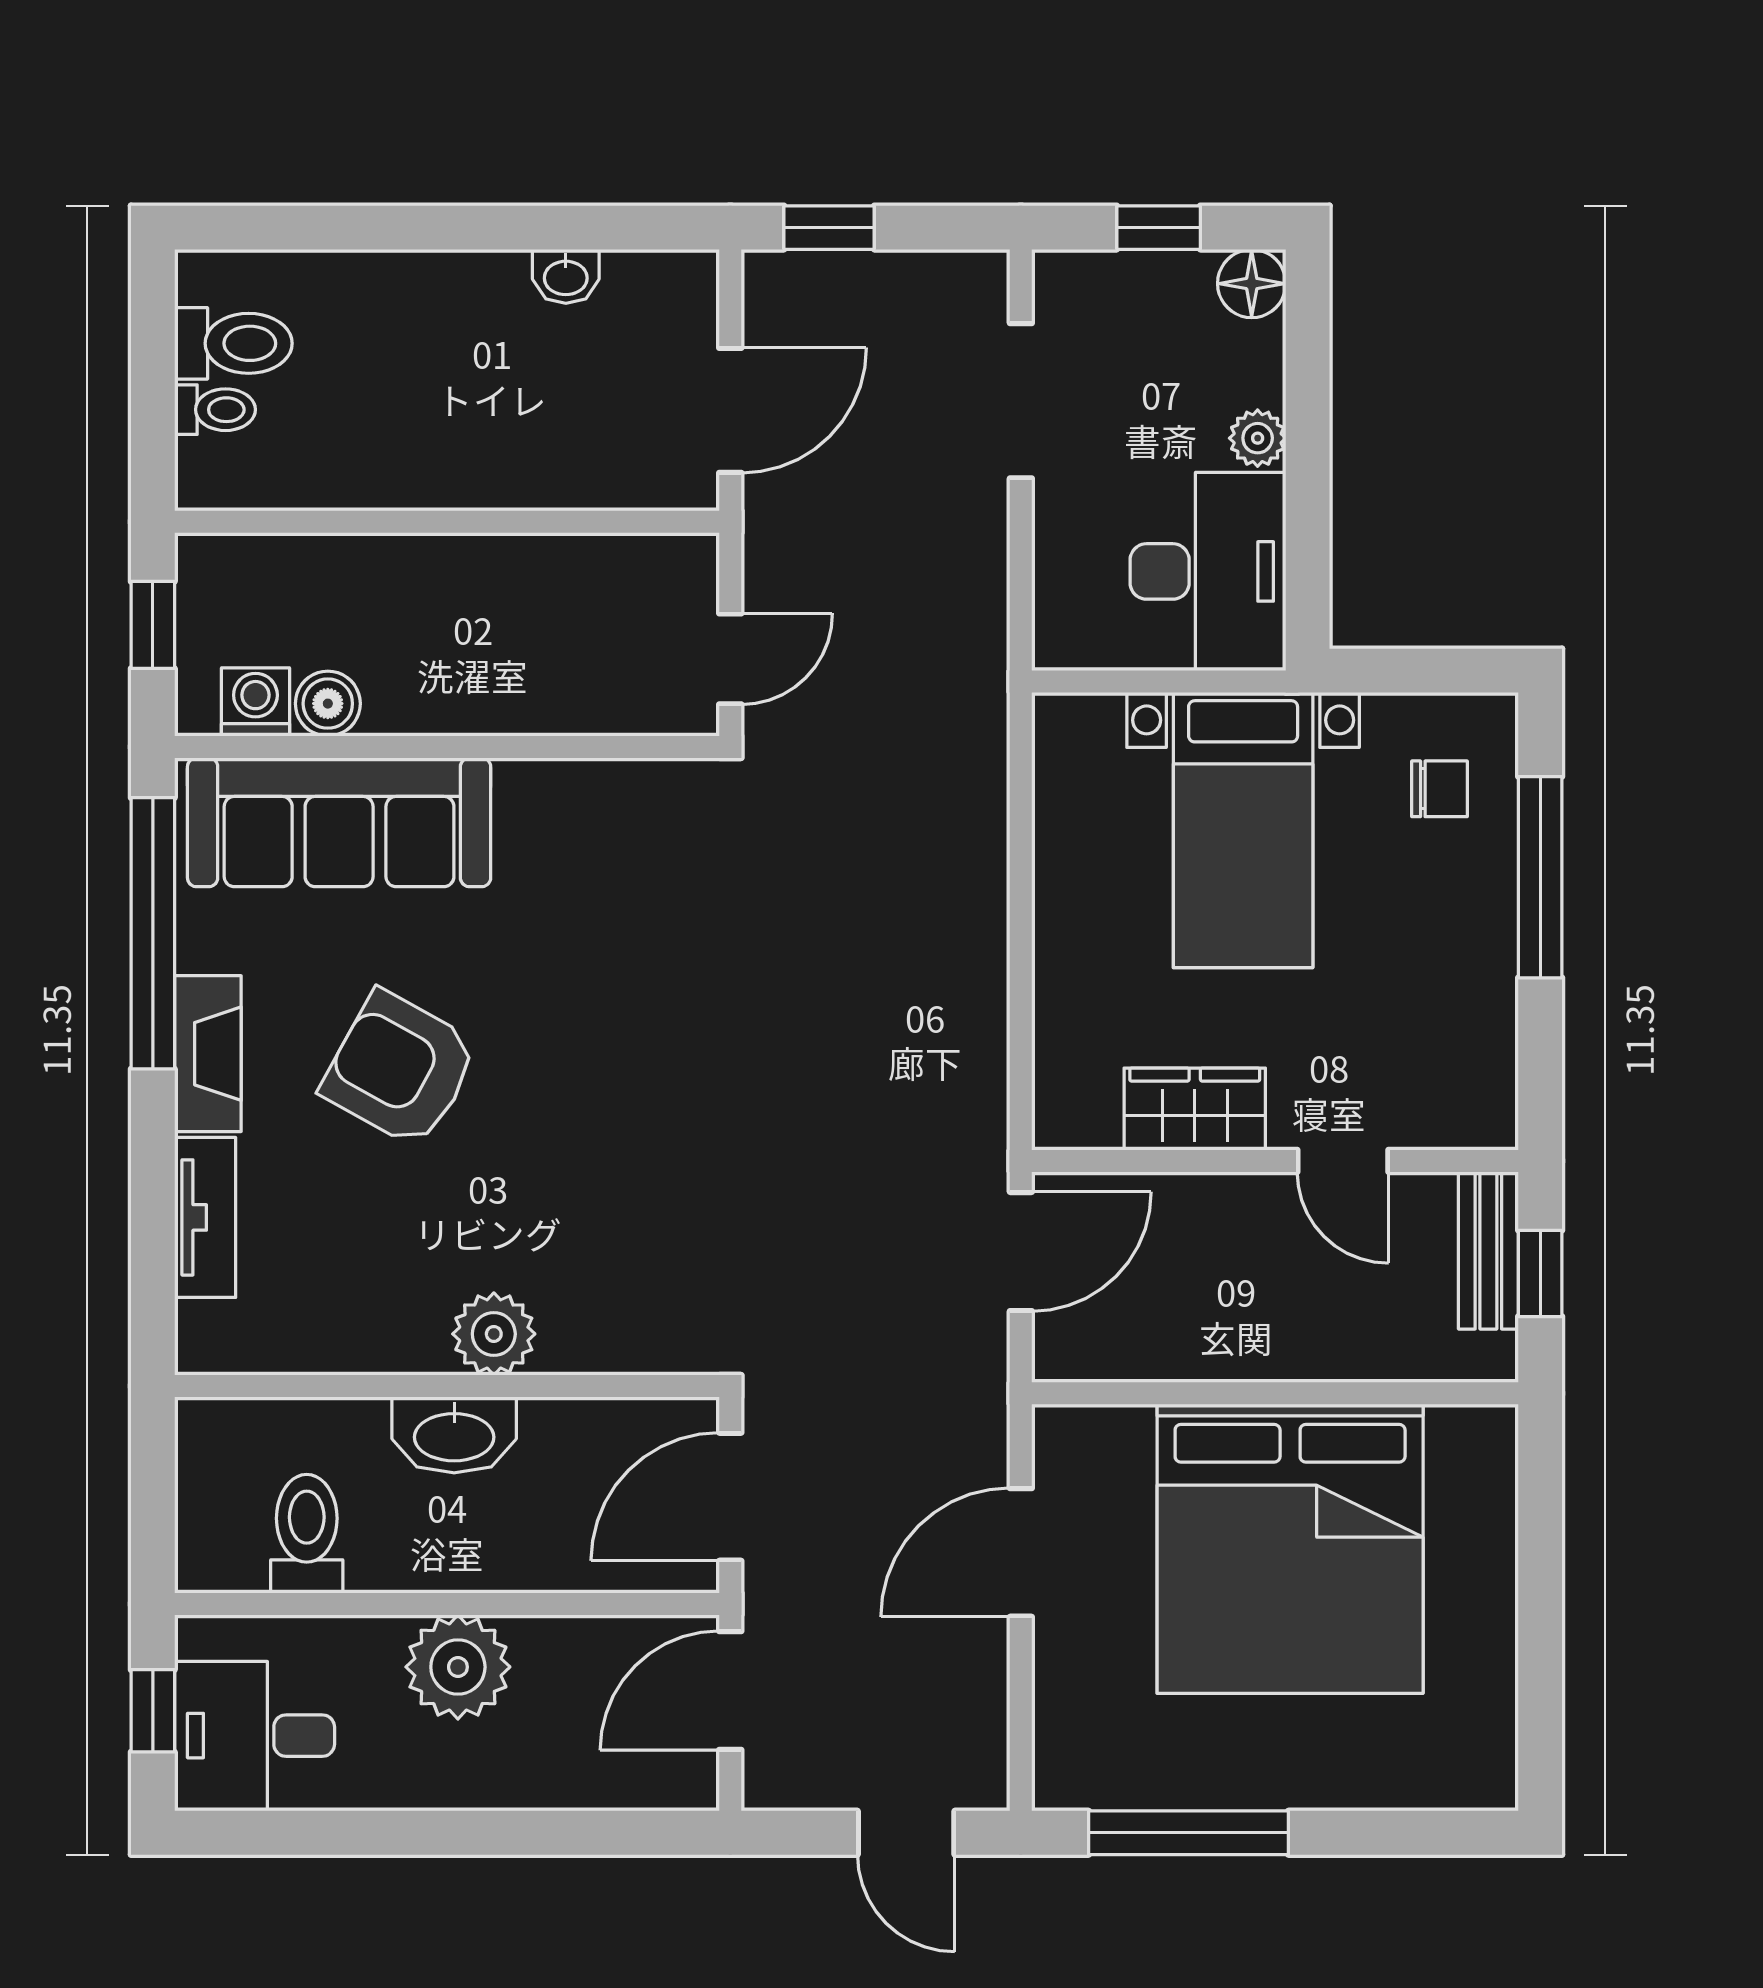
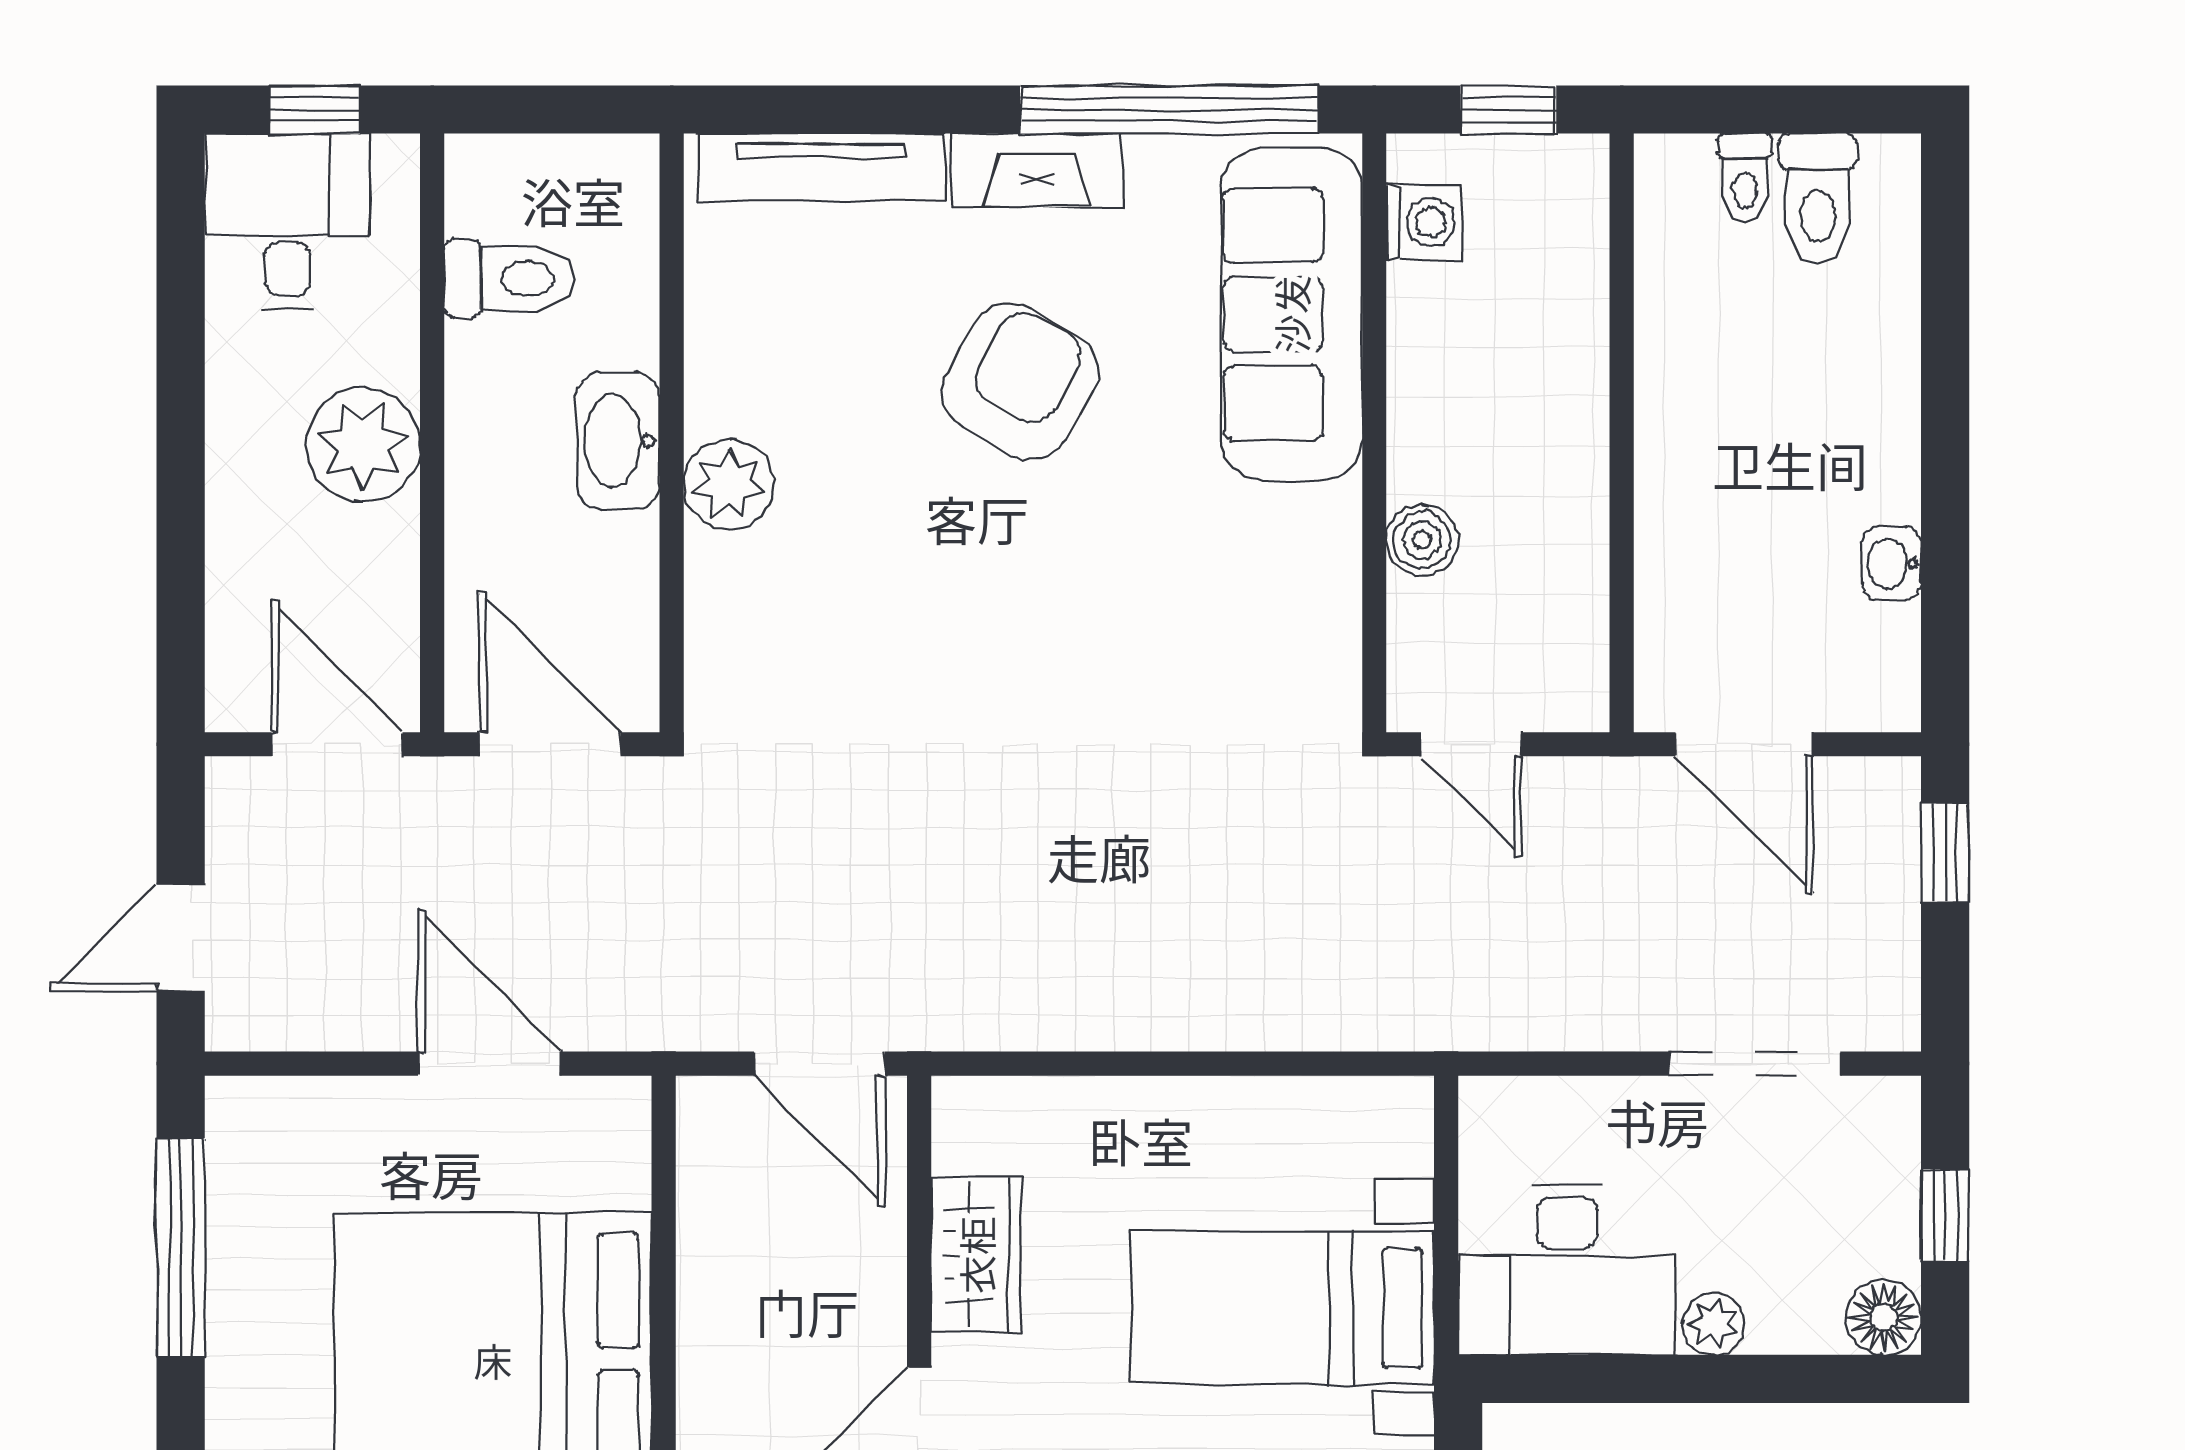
boiler: (328, 704) -> (1422, 540), moved
tv unit: (205, 1217) -> (821, 167), width x1.41

